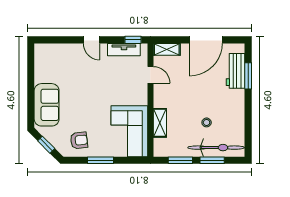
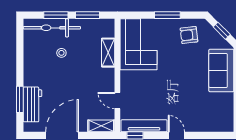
tv unit: (124, 50) -> (144, 126), width x1.41

